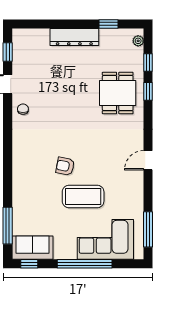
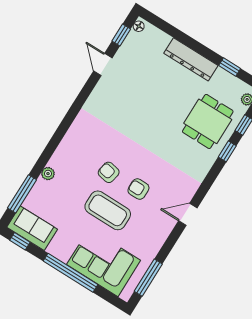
floor lamp: (17, 37) -> (139, 26), added
dining table: (118, 93) -> (208, 121), moved
chair: (23, 109) -> (103, 96), removed
armchair: (97, 165) -> (138, 189), added
plant: (18, 197) -> (48, 174), added

